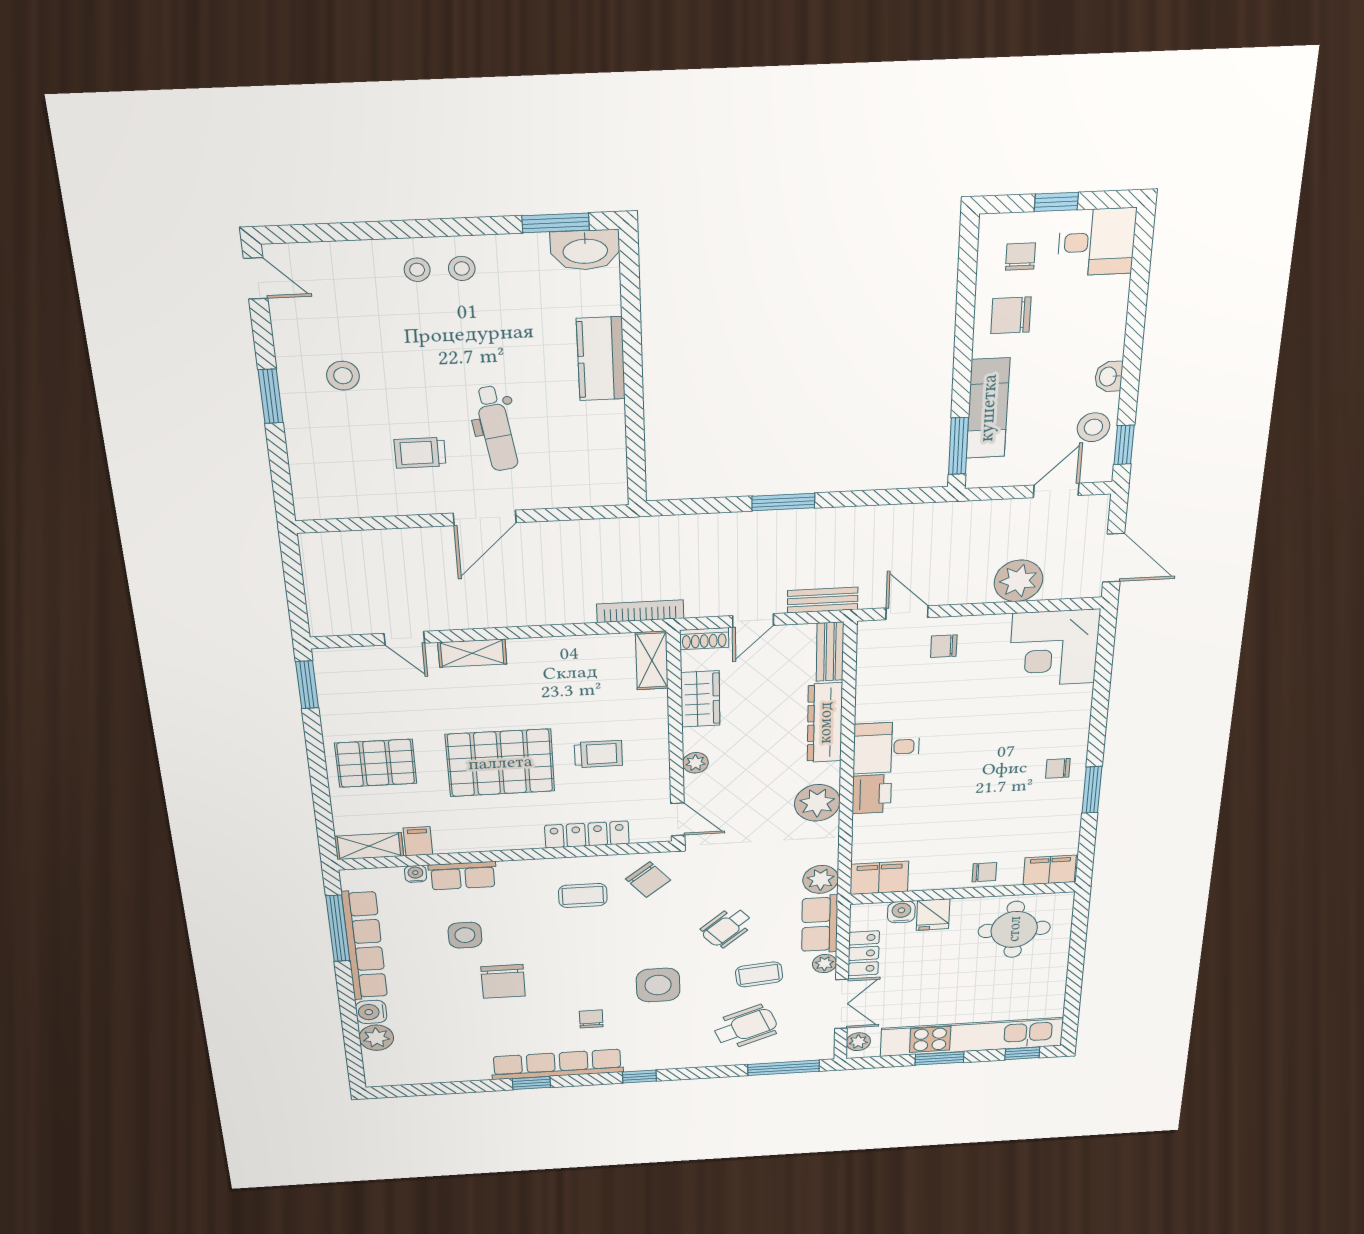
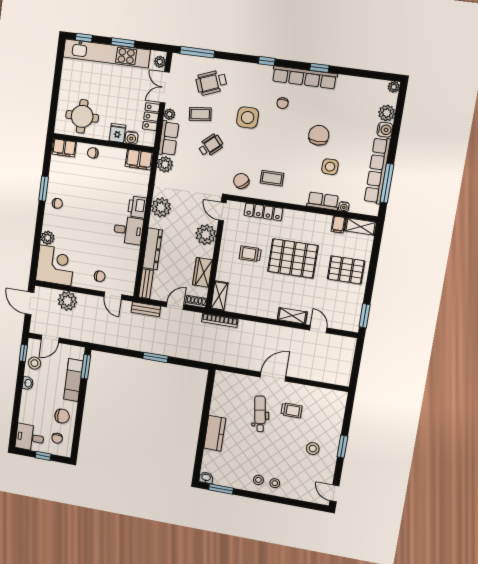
washbasin: (585, 250) -> (206, 478), width x0.52, depth x0.69
plant: (1076, 699) -> (48, 238), added
plant: (695, 763) -> (206, 235), width x1.87, depth x1.87
plant: (376, 1078) -> (394, 87), added

